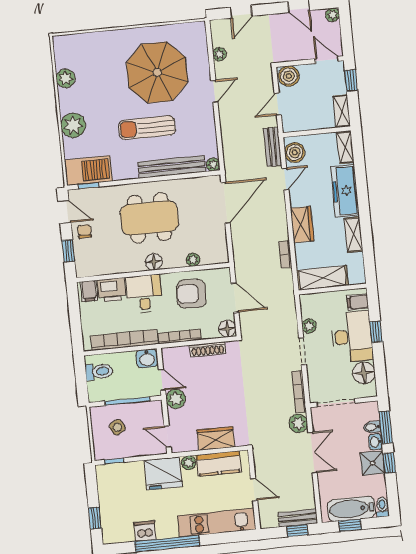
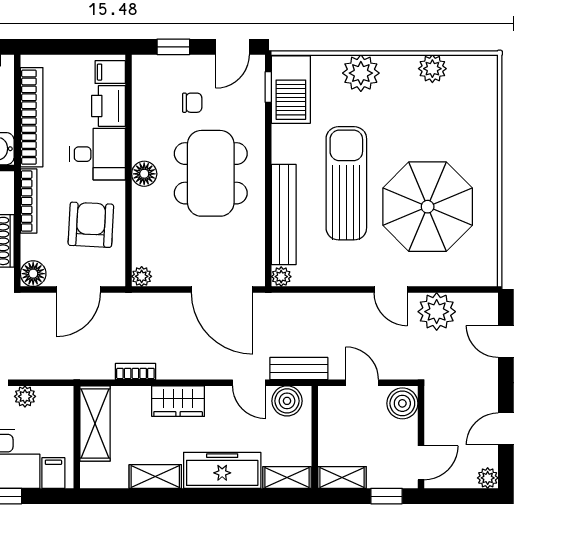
plant: (219, 54) -> (437, 312), width x1.88, depth x1.88
sun lounger: (147, 128) -> (346, 183), width x1.36, depth x1.34
chair: (85, 231) -> (192, 103), moved
plant: (193, 260) -> (142, 276), moved

